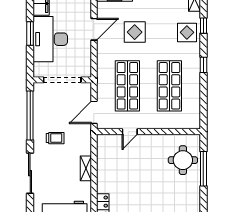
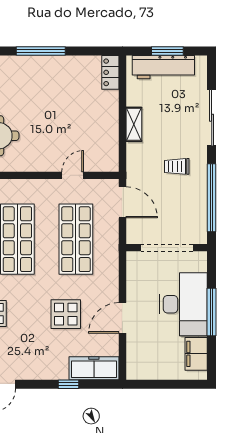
window: (30, 33) -> (212, 312), width x1.44
door: (94, 112) -> (122, 202), hinge flipped

